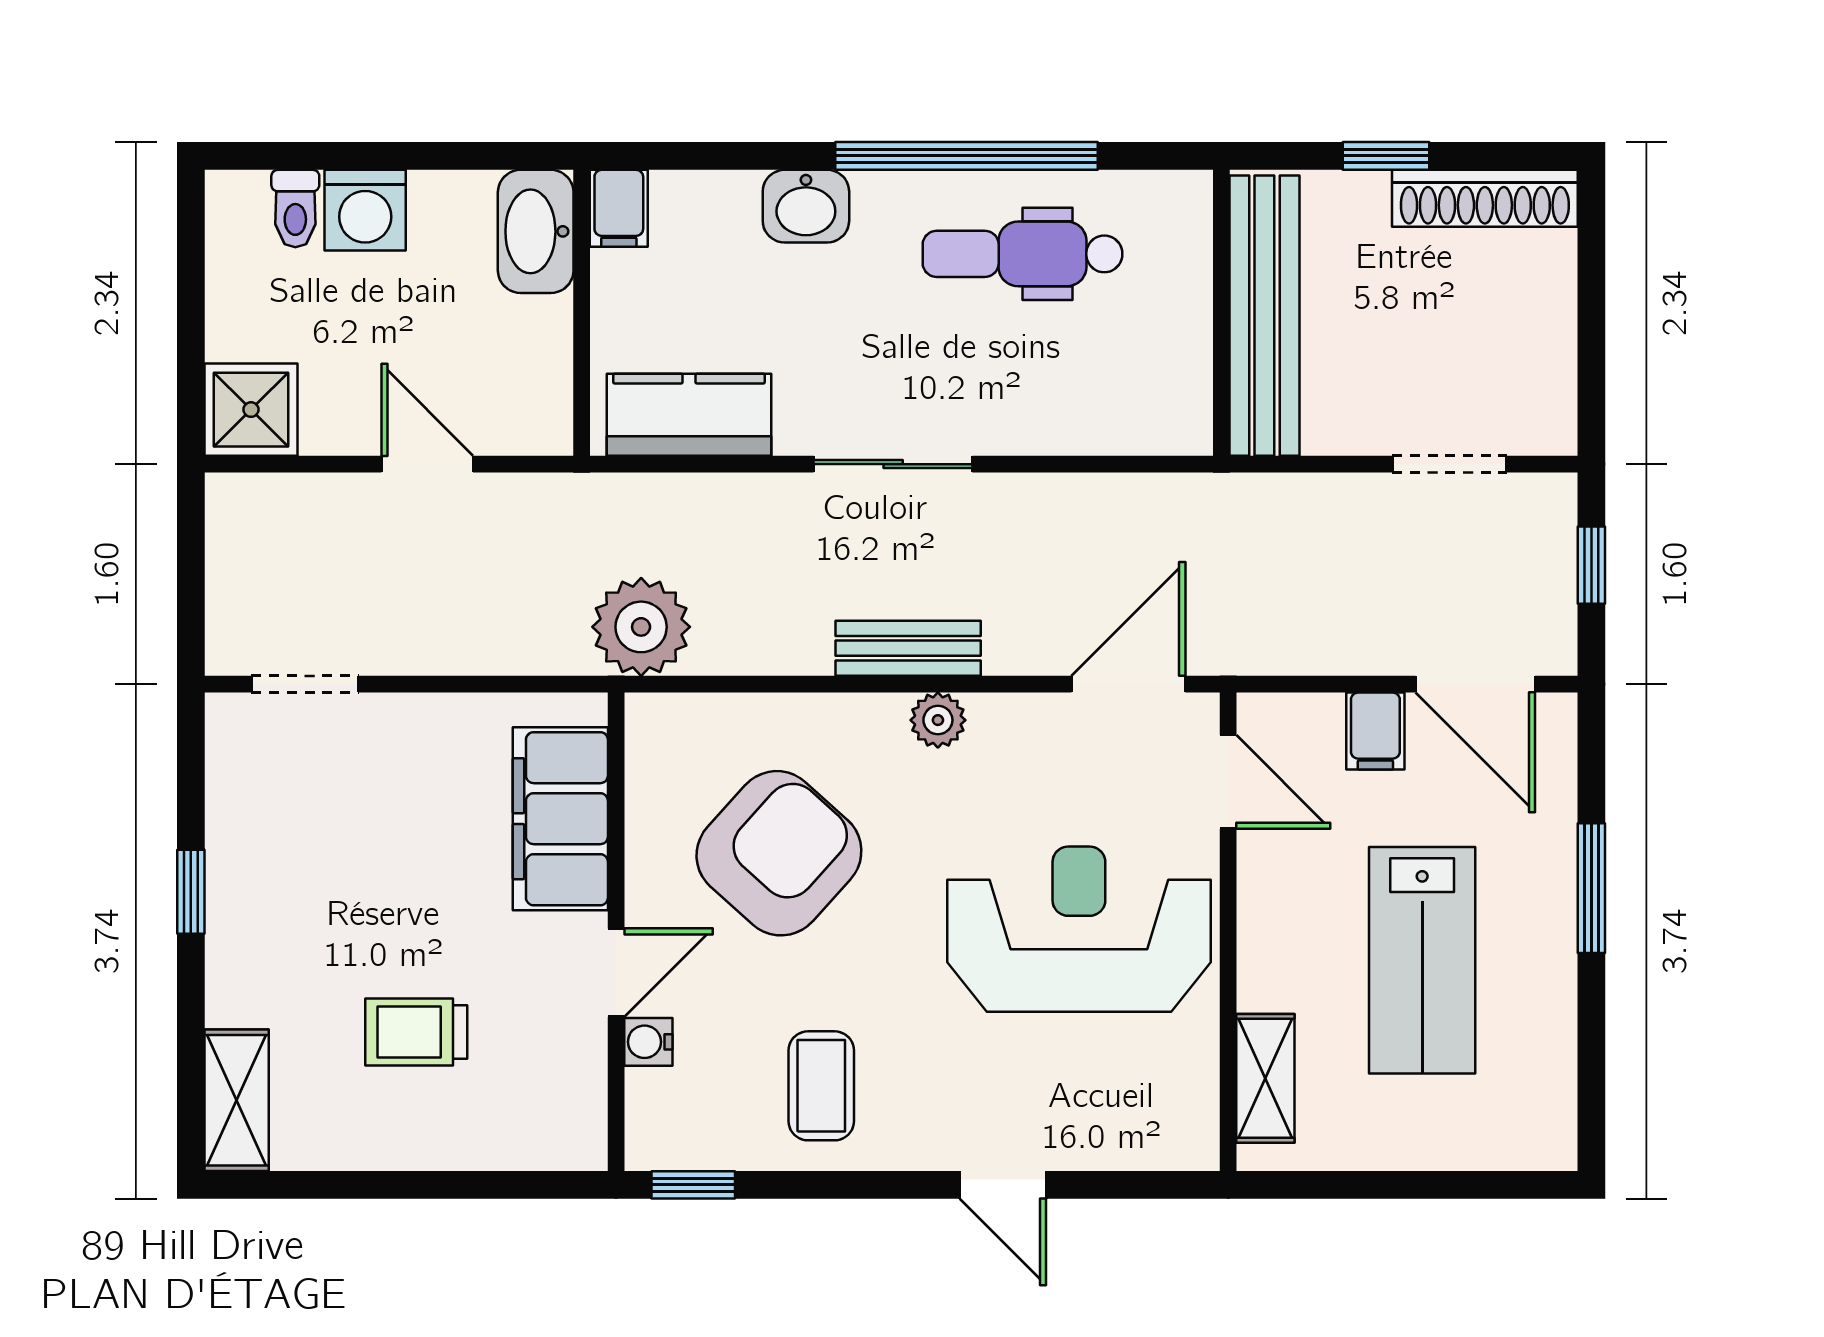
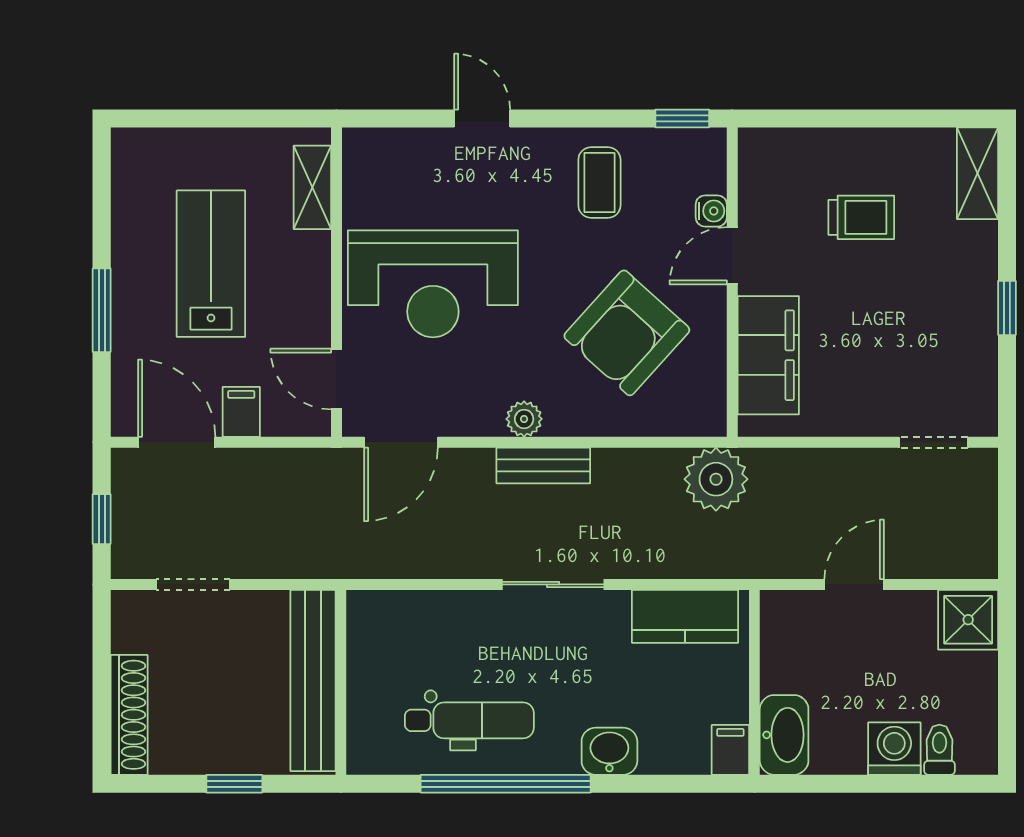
shoe rack: (1485, 198) -> (129, 715), moved, turned 90
door: (427, 464) -> (854, 584), swing flipped

